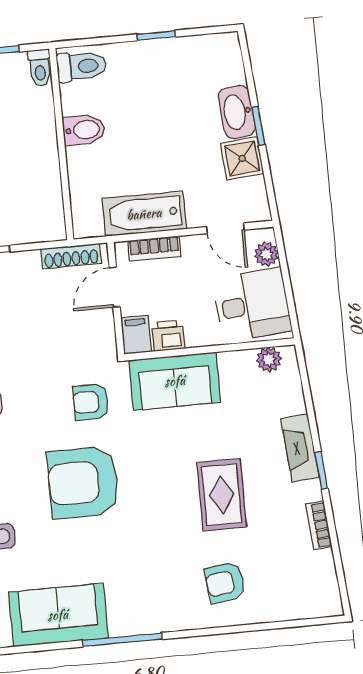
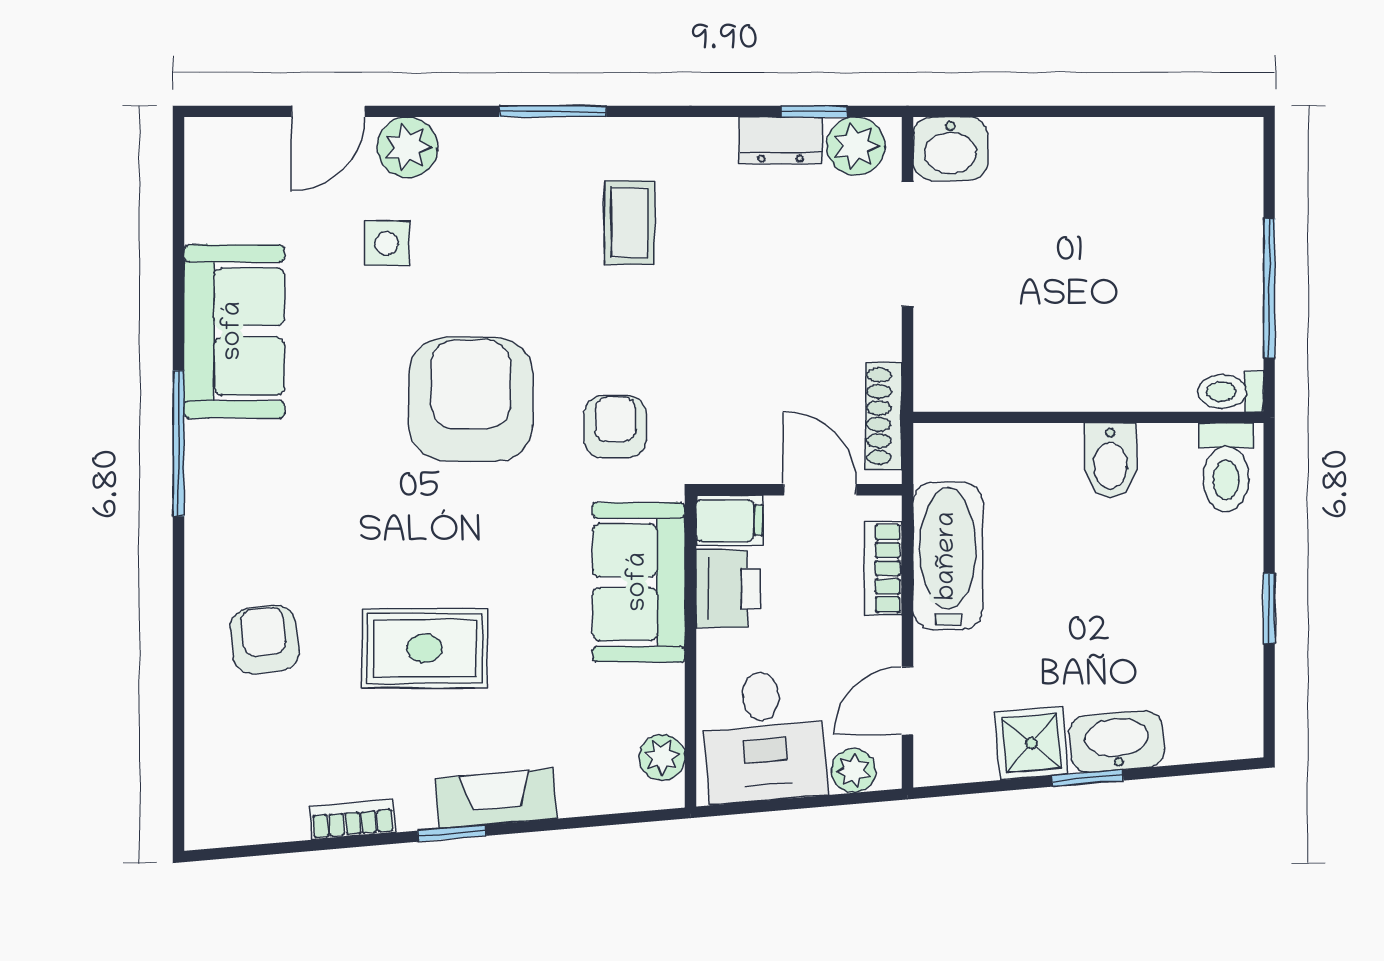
printer: (168, 336) -> (728, 589), width x1.36, depth x1.24

